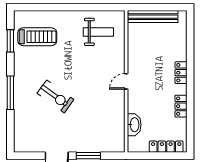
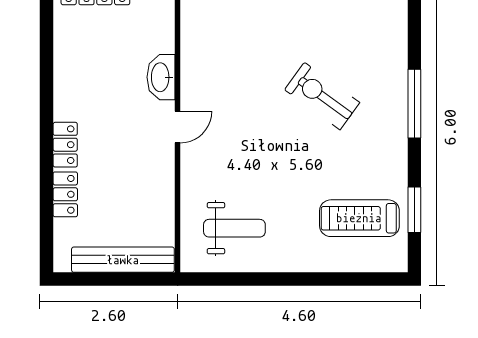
weight bench: (98, 32) -> (234, 228), turned 180
locker: (181, 106) -> (65, 194), moved
washbasin: (134, 125) -> (161, 77), moved

